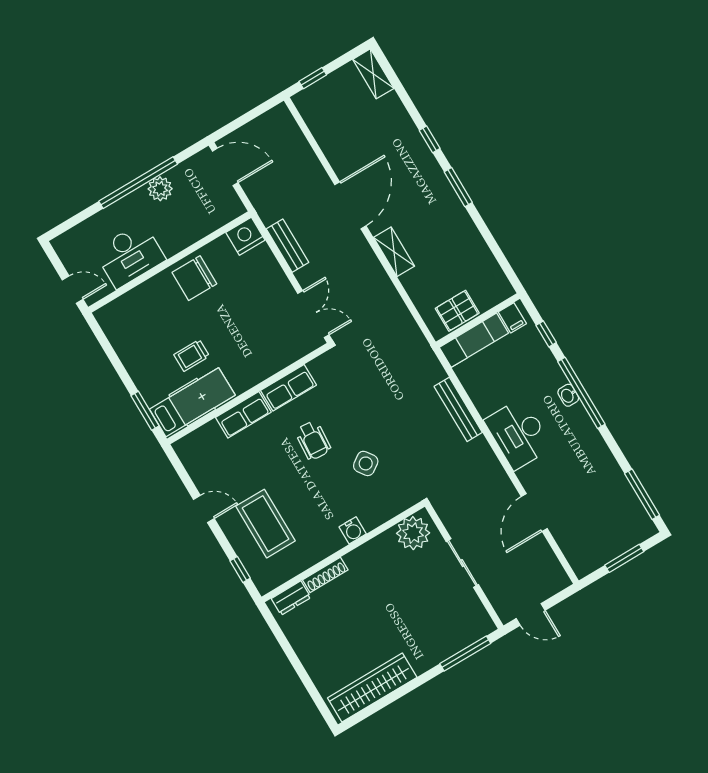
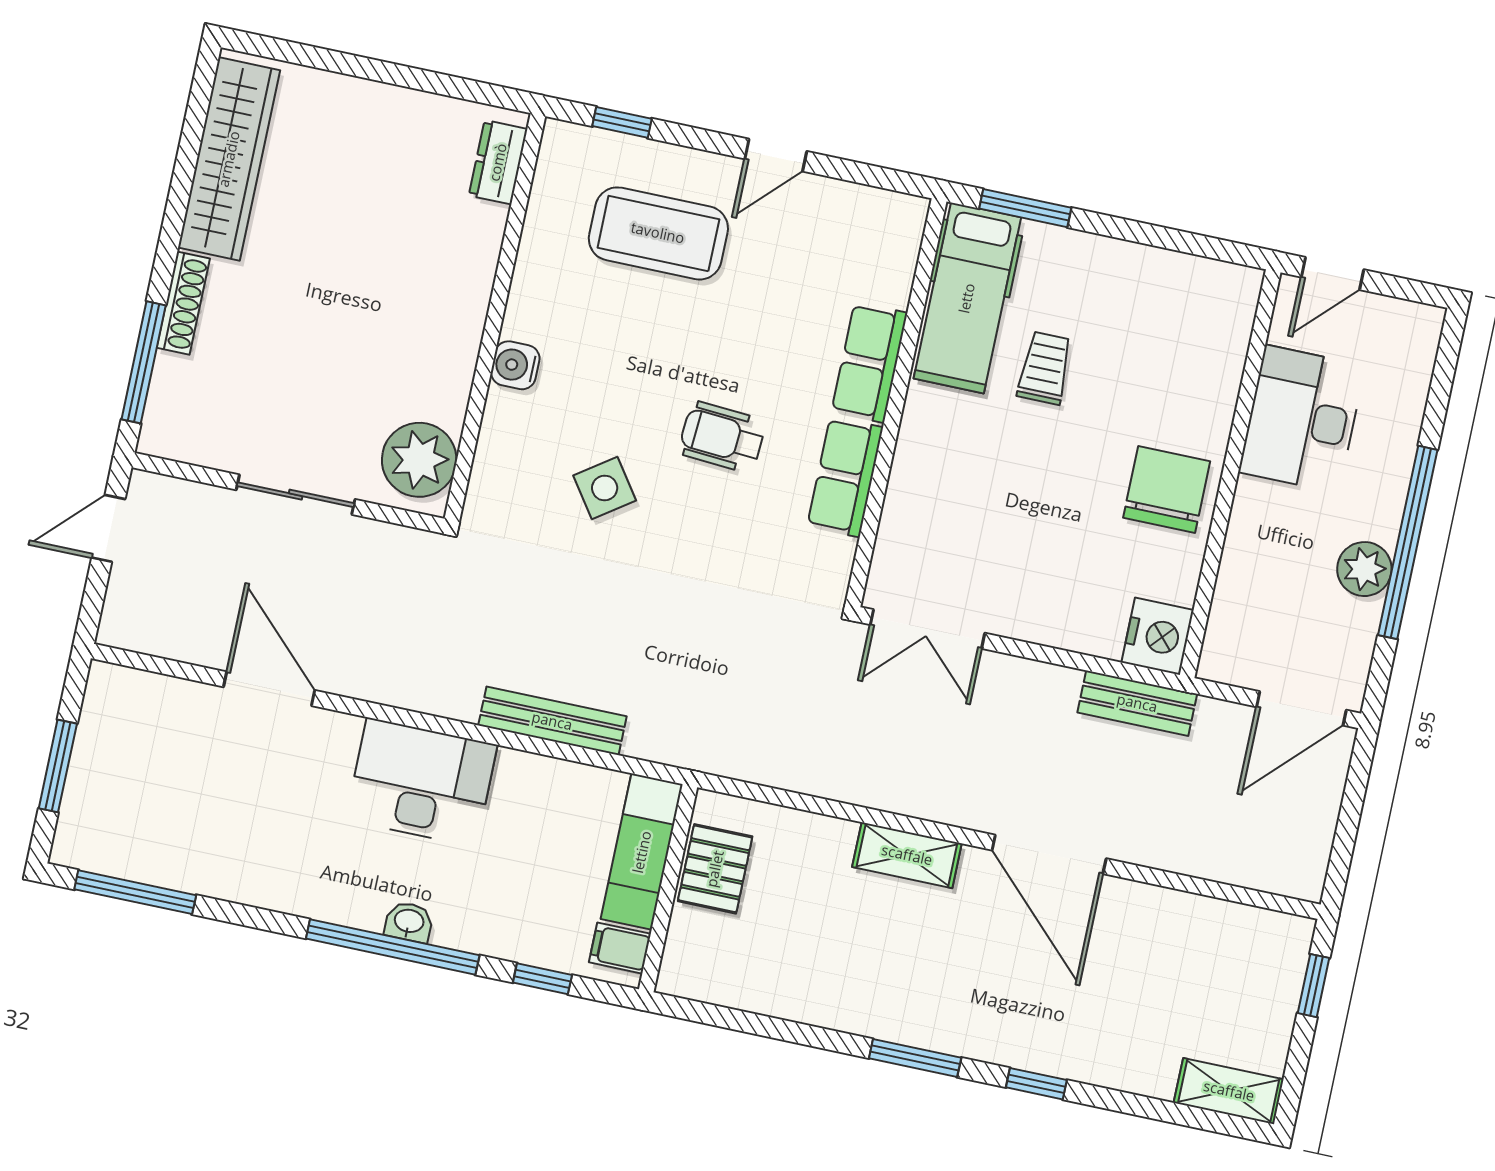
bench: (287, 246) -> (1137, 703), moved
shoe rack: (325, 575) -> (183, 303), moved, turned 180

